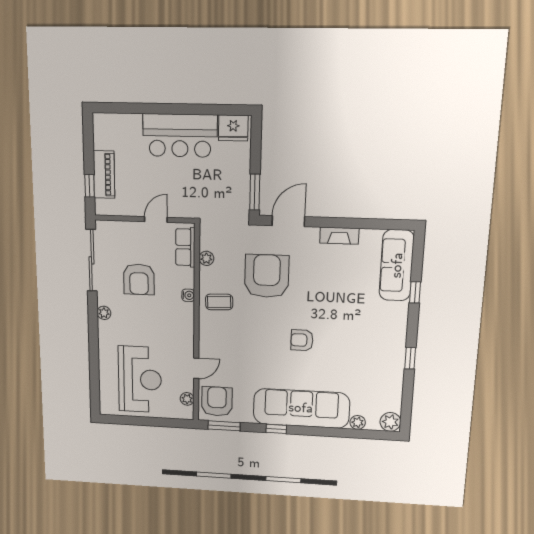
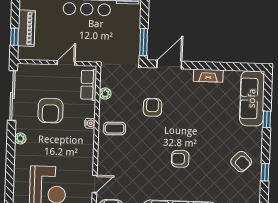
armchair: (267, 276) -> (152, 107), width x0.53, depth x0.53
armchair: (380, 345) -> (241, 162), added

